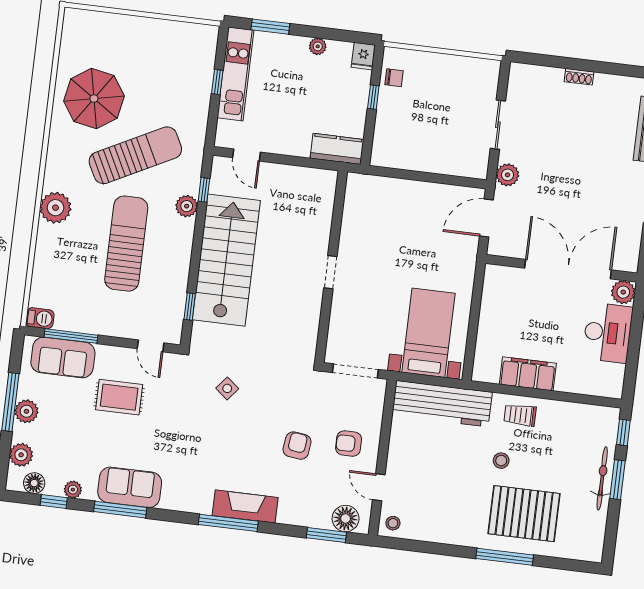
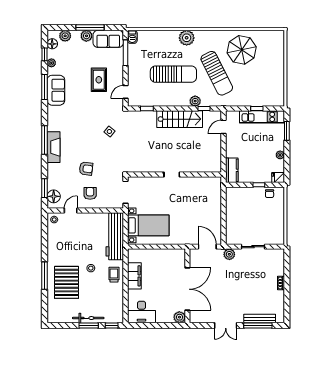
stairs: (226, 260) -> (180, 119), width x0.73, depth x0.66
desk: (608, 333) -> (141, 312), moved
sofa: (63, 358) -> (108, 39), moved, turned -90

